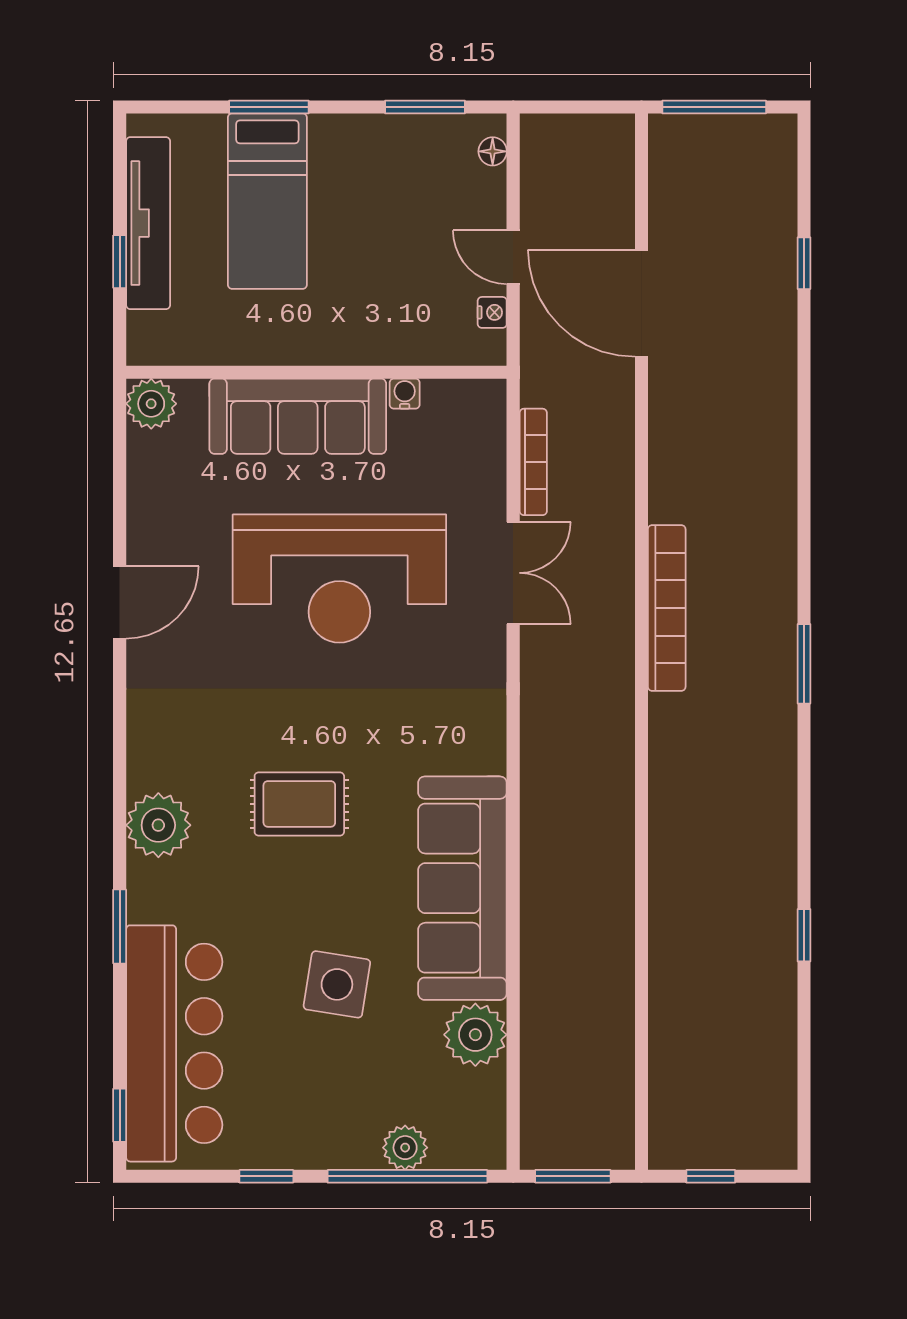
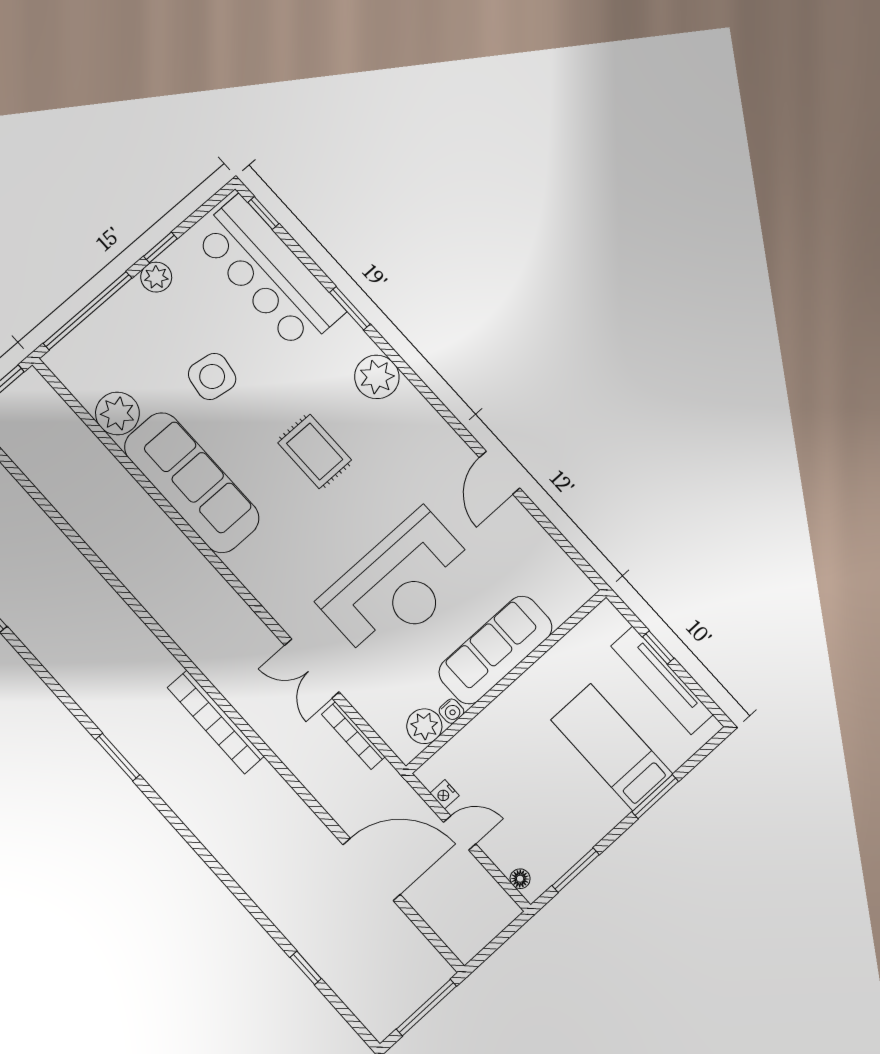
plant: (151, 404) -> (424, 726), moved
reception desk: (339, 579) -> (399, 585), turned 180
rug: (299, 804) -> (315, 451), turned 90
plant: (405, 1148) -> (156, 277), moved

